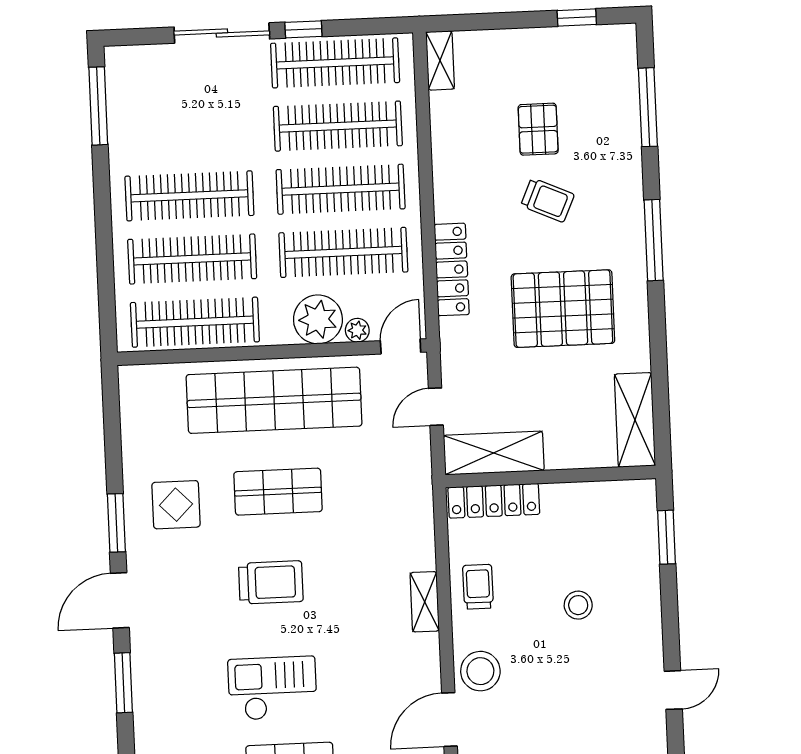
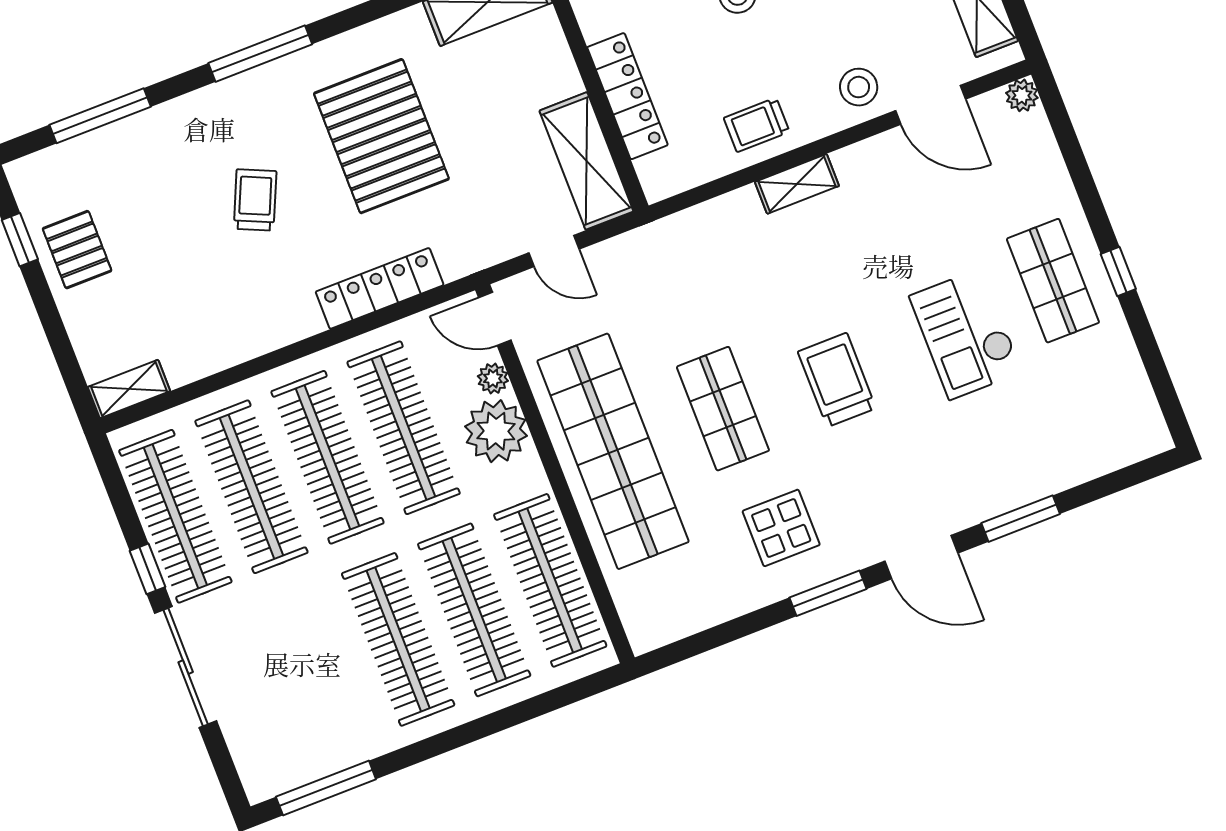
pallet: (538, 129) -> (77, 250), moved, turned 90
locker: (494, 501) -> (627, 96), moved
stool: (480, 671) -> (859, 87), width x0.73, depth x0.73

